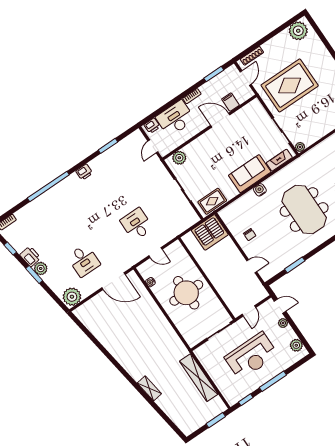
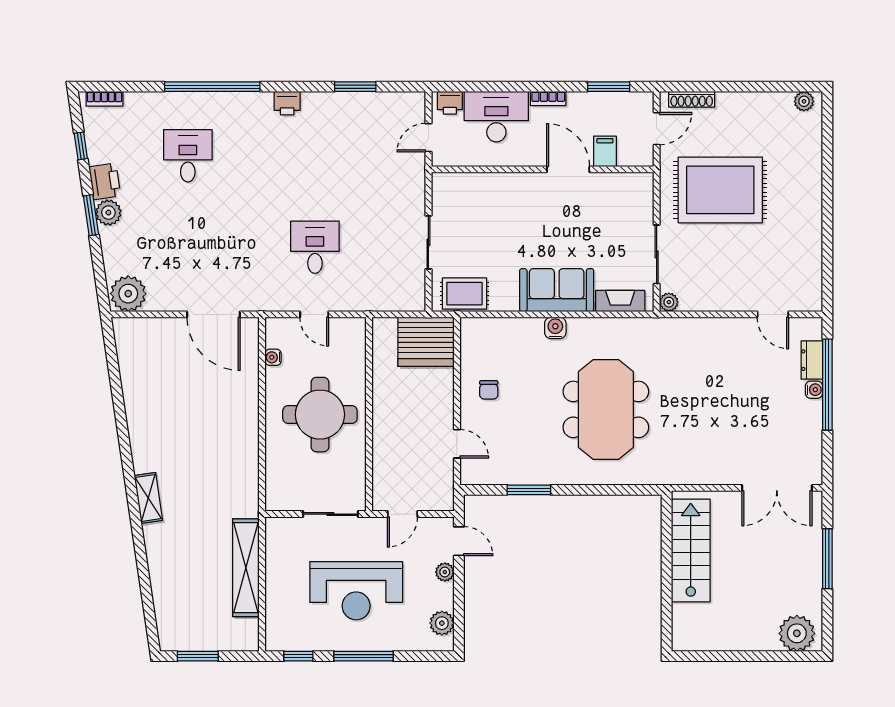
plant: (298, 31) -> (804, 101), width x0.53, depth x0.53
plant: (179, 158) -> (459, 186), removed
desk: (84, 260) -> (188, 156), moved, turned 180
shelving: (149, 388) -> (148, 498), moved
window: (216, 420) -> (198, 656), moved

